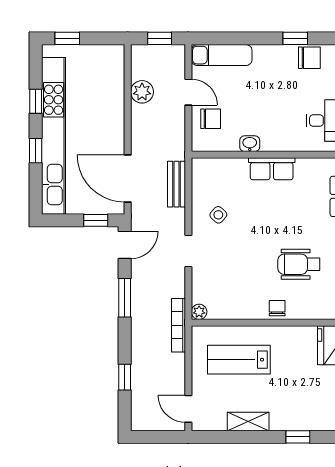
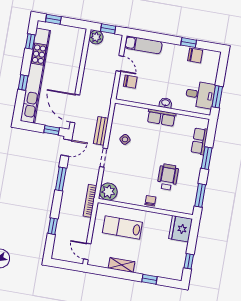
plant: (142, 92) -> (96, 37), moved
window: (36, 101) -> (30, 41), moved
washbasin: (250, 144) -> (166, 103), moved
bench: (176, 184) -> (101, 131), moved
wheelchair: (299, 264) -> (168, 177), turned 90
plant: (199, 312) -> (108, 192), width x1.88, depth x1.88

